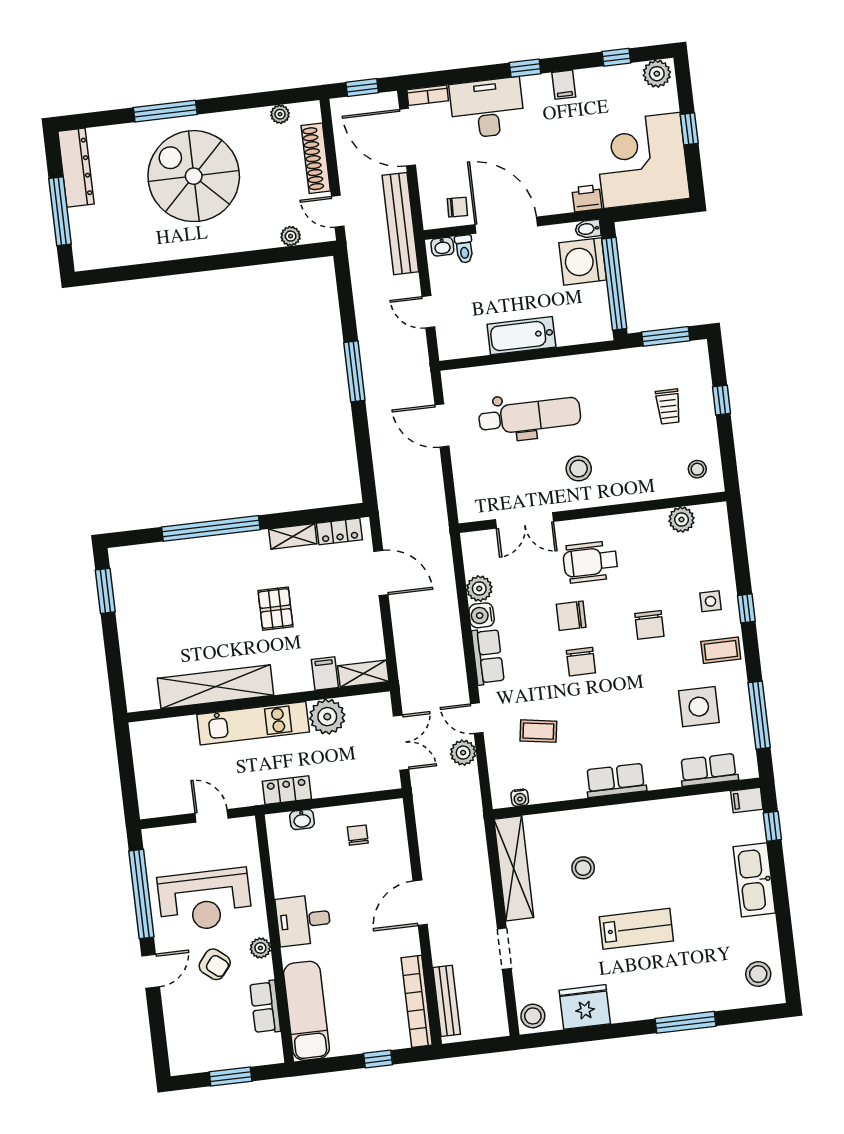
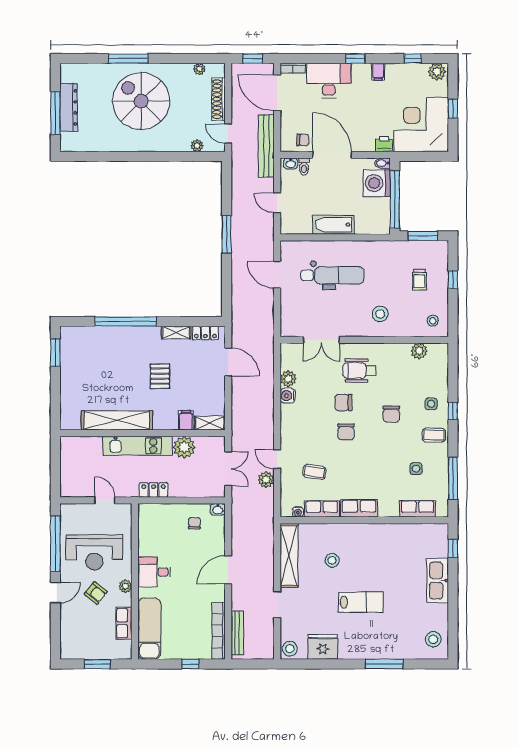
dresser: (76, 168) -> (69, 107), moved
stool: (579, 469) -> (380, 314), moved
row of seats: (488, 657) -> (322, 509), moved, turned -90
side table: (699, 707) -> (416, 469), width x0.54, depth x0.54
filing cabinet: (747, 800) -> (439, 530), removed
washbasin: (302, 819) -> (218, 509), moved

